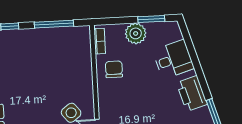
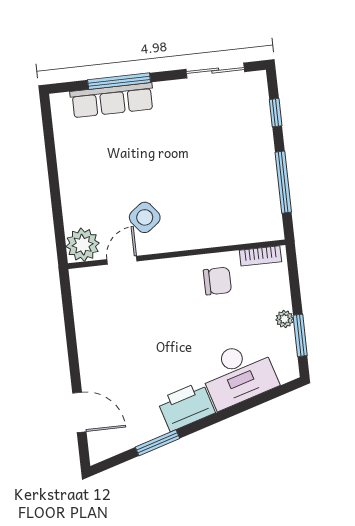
plant: (136, 33) -> (285, 319), width x0.53, depth x0.53
desk: (173, 59) -> (238, 374), width x1.37

